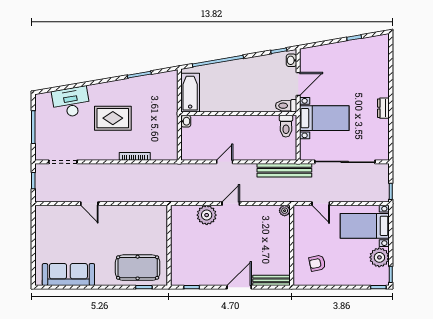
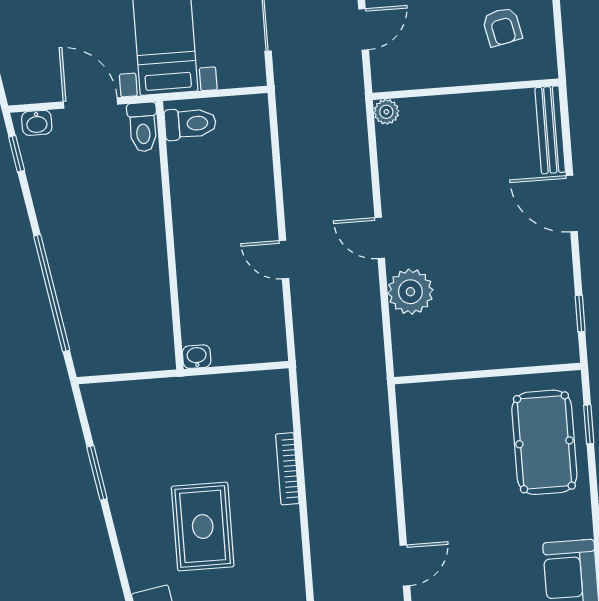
bathtub: (190, 93) -> (130, 352), removed
bench: (284, 170) -> (293, 120), removed

